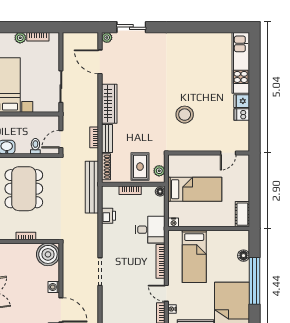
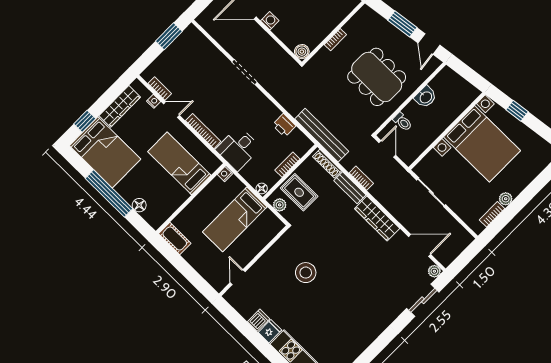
boiler: (48, 254) -> (302, 52), width x0.54, depth x0.54

